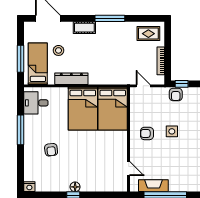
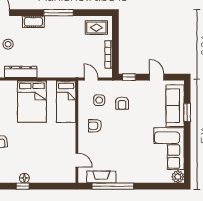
armchair: (176, 94) -> (122, 103), moved
bed: (113, 109) -> (66, 101), width x0.67
side table: (172, 131) -> (99, 100), moved

